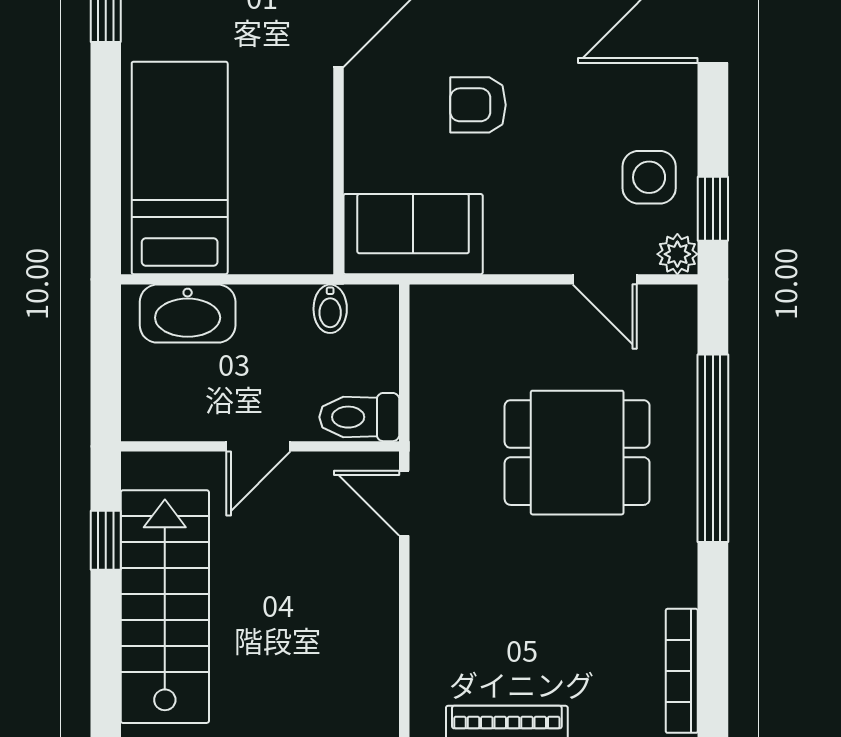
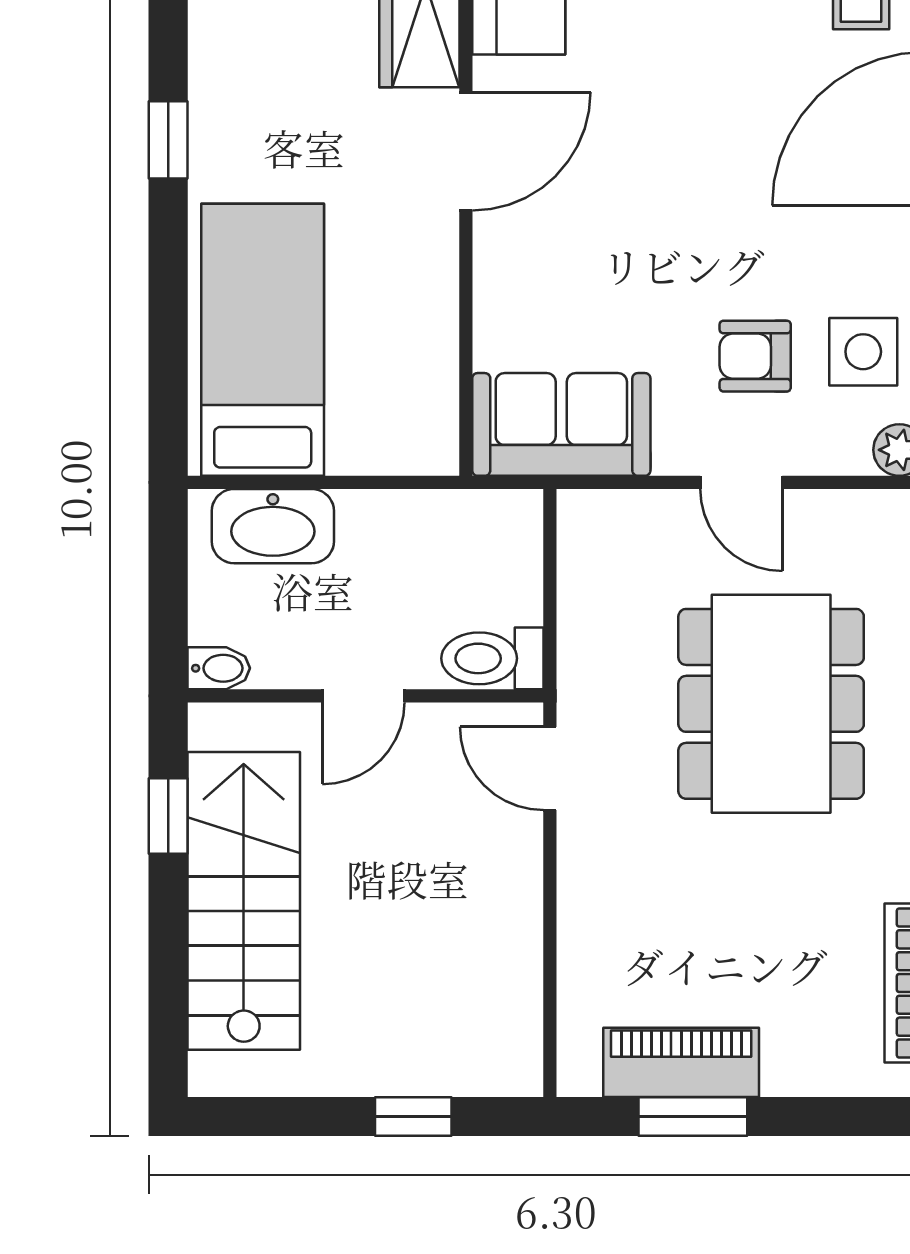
armchair: (478, 105) -> (755, 356), moved
door: (605, 279) -> (741, 482), moved
bidet: (330, 309) -> (219, 668), moved, turned -90
dining table: (577, 453) -> (771, 704), width x1.37

